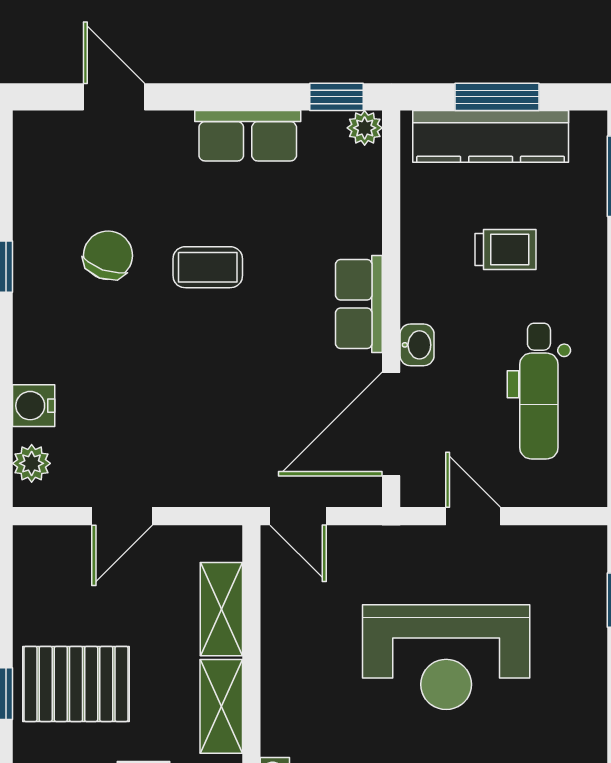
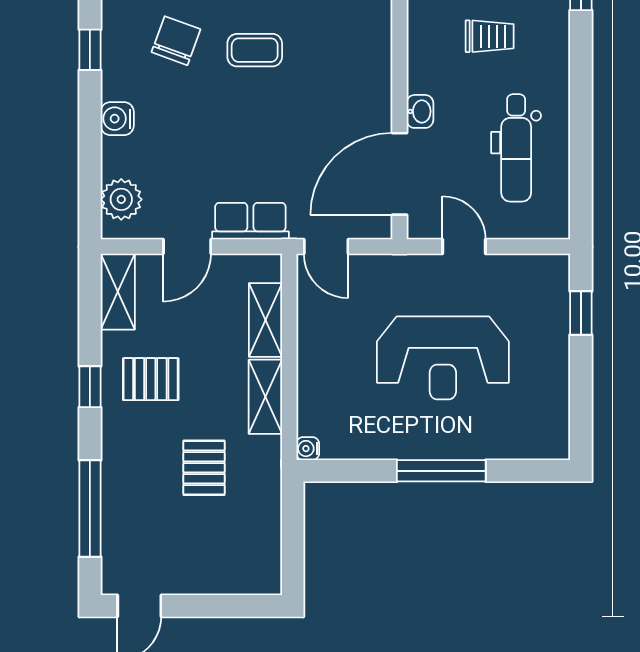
row of seats: (359, 304) -> (250, 221), moved, turned 90
water cooler: (34, 406) -> (117, 119), moved
plant: (32, 463) -> (121, 199), width x1.38, depth x1.38
shelving: (34, 573) -> (118, 292), added
pallet: (76, 684) -> (151, 379), width x0.67, depth x0.71

